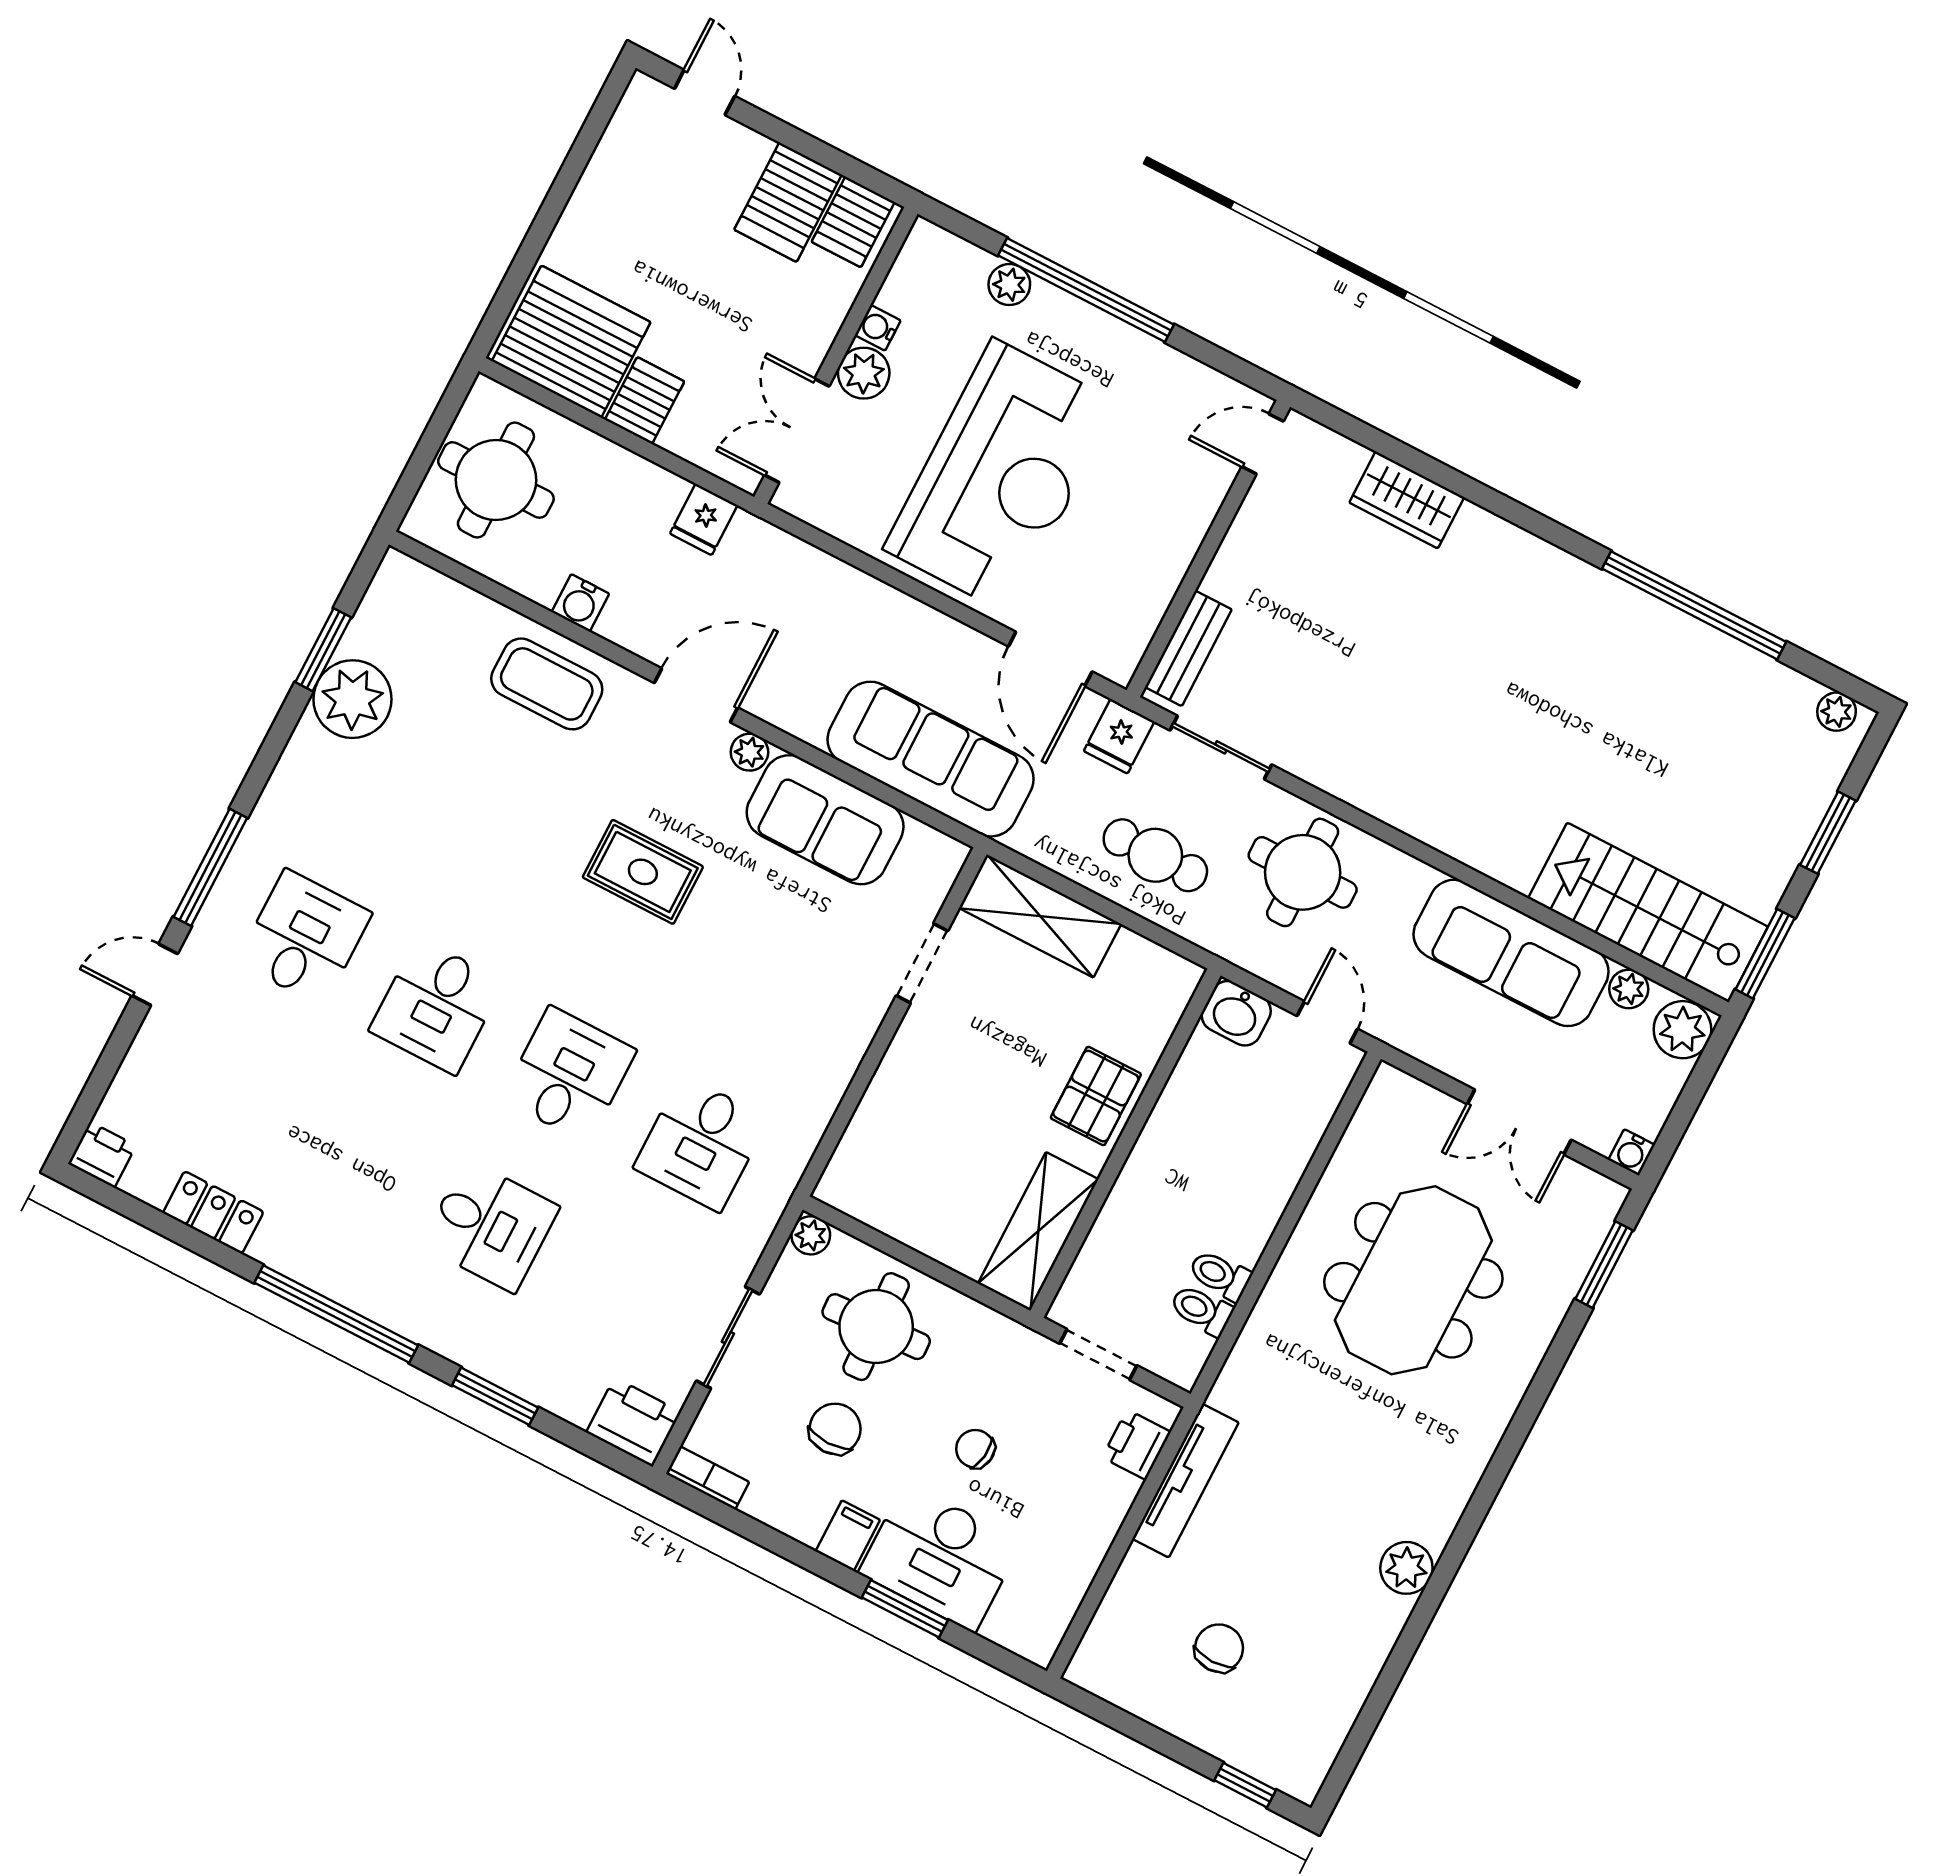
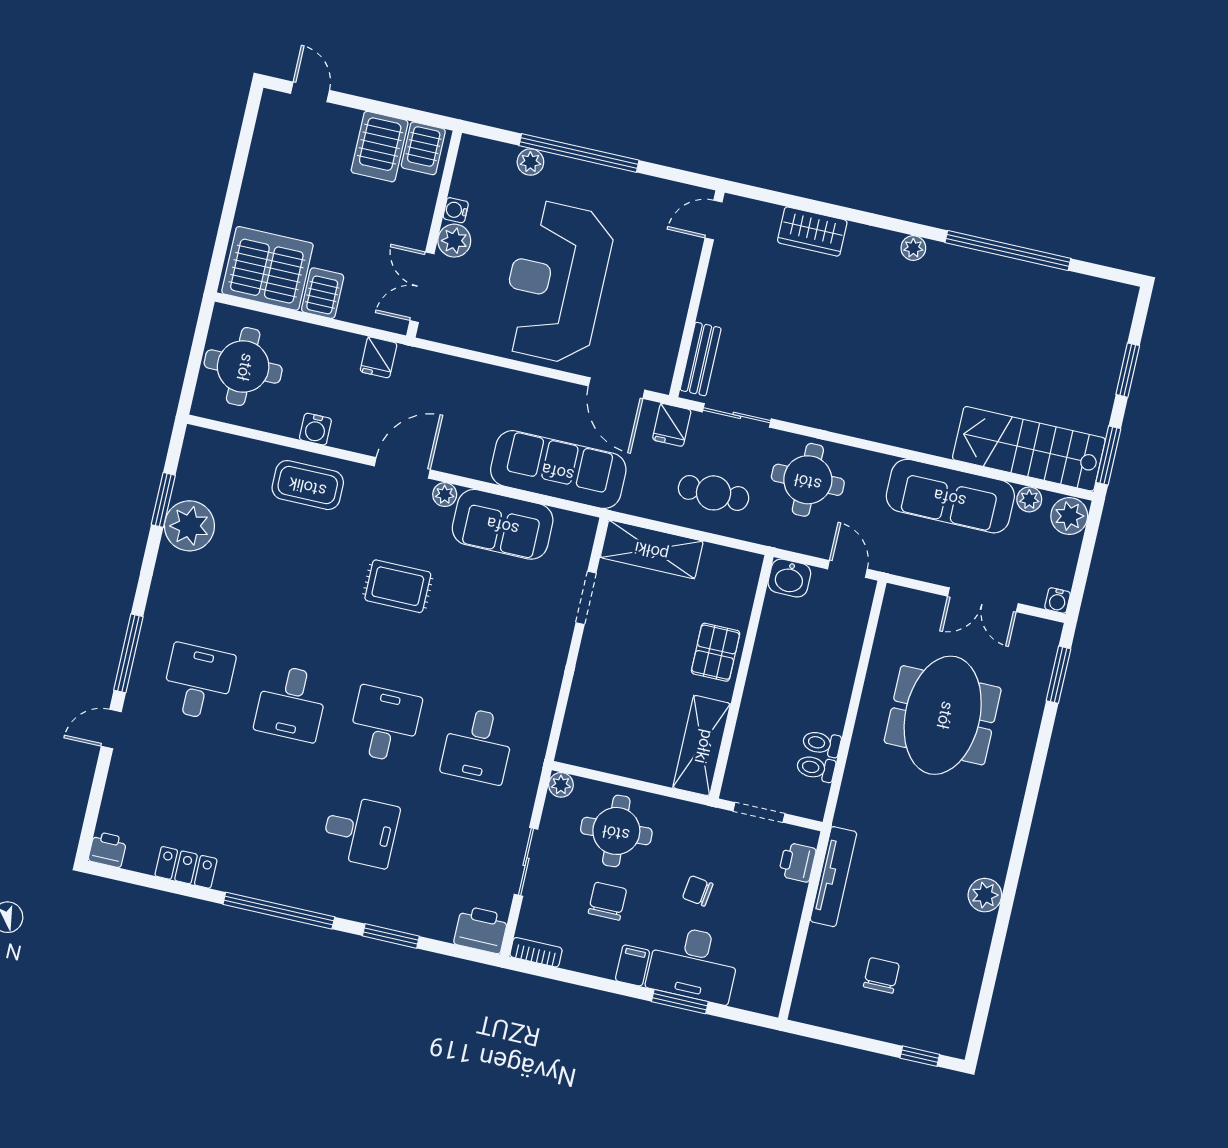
reception desk: (1001, 476) -> (556, 282), turned 180
plant: (1837, 712) -> (913, 248), moved

